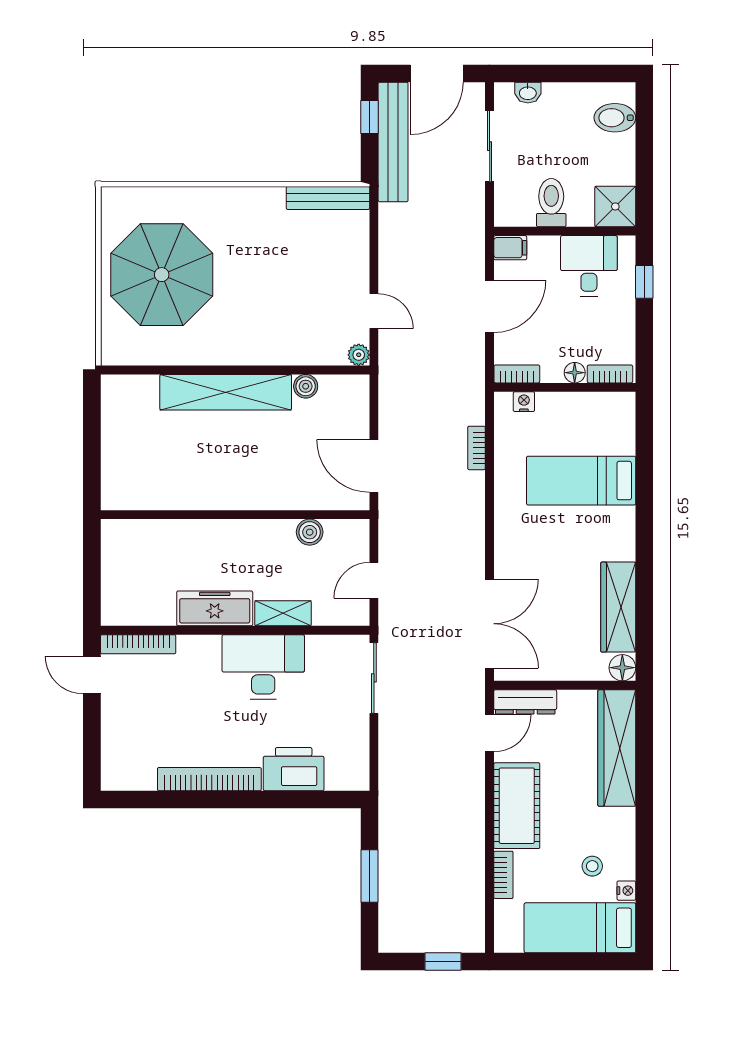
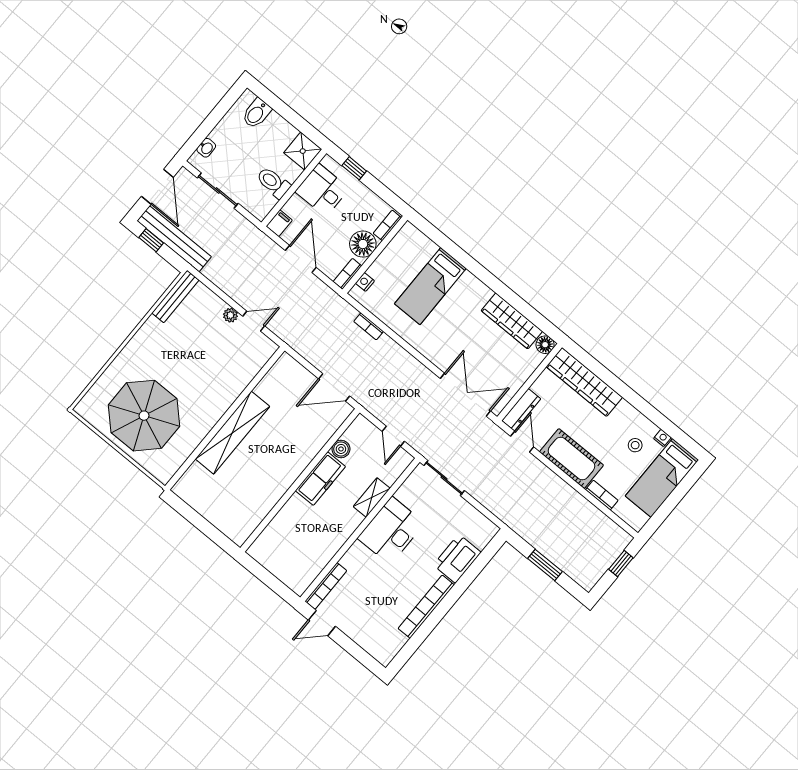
plant: (359, 355) -> (230, 315), moved
floor lamp: (575, 373) -> (363, 244), width x1.89, depth x1.89
boiler: (306, 386) -> (264, 389), removed
freezer: (215, 608) -> (320, 479), moved, turned 180

